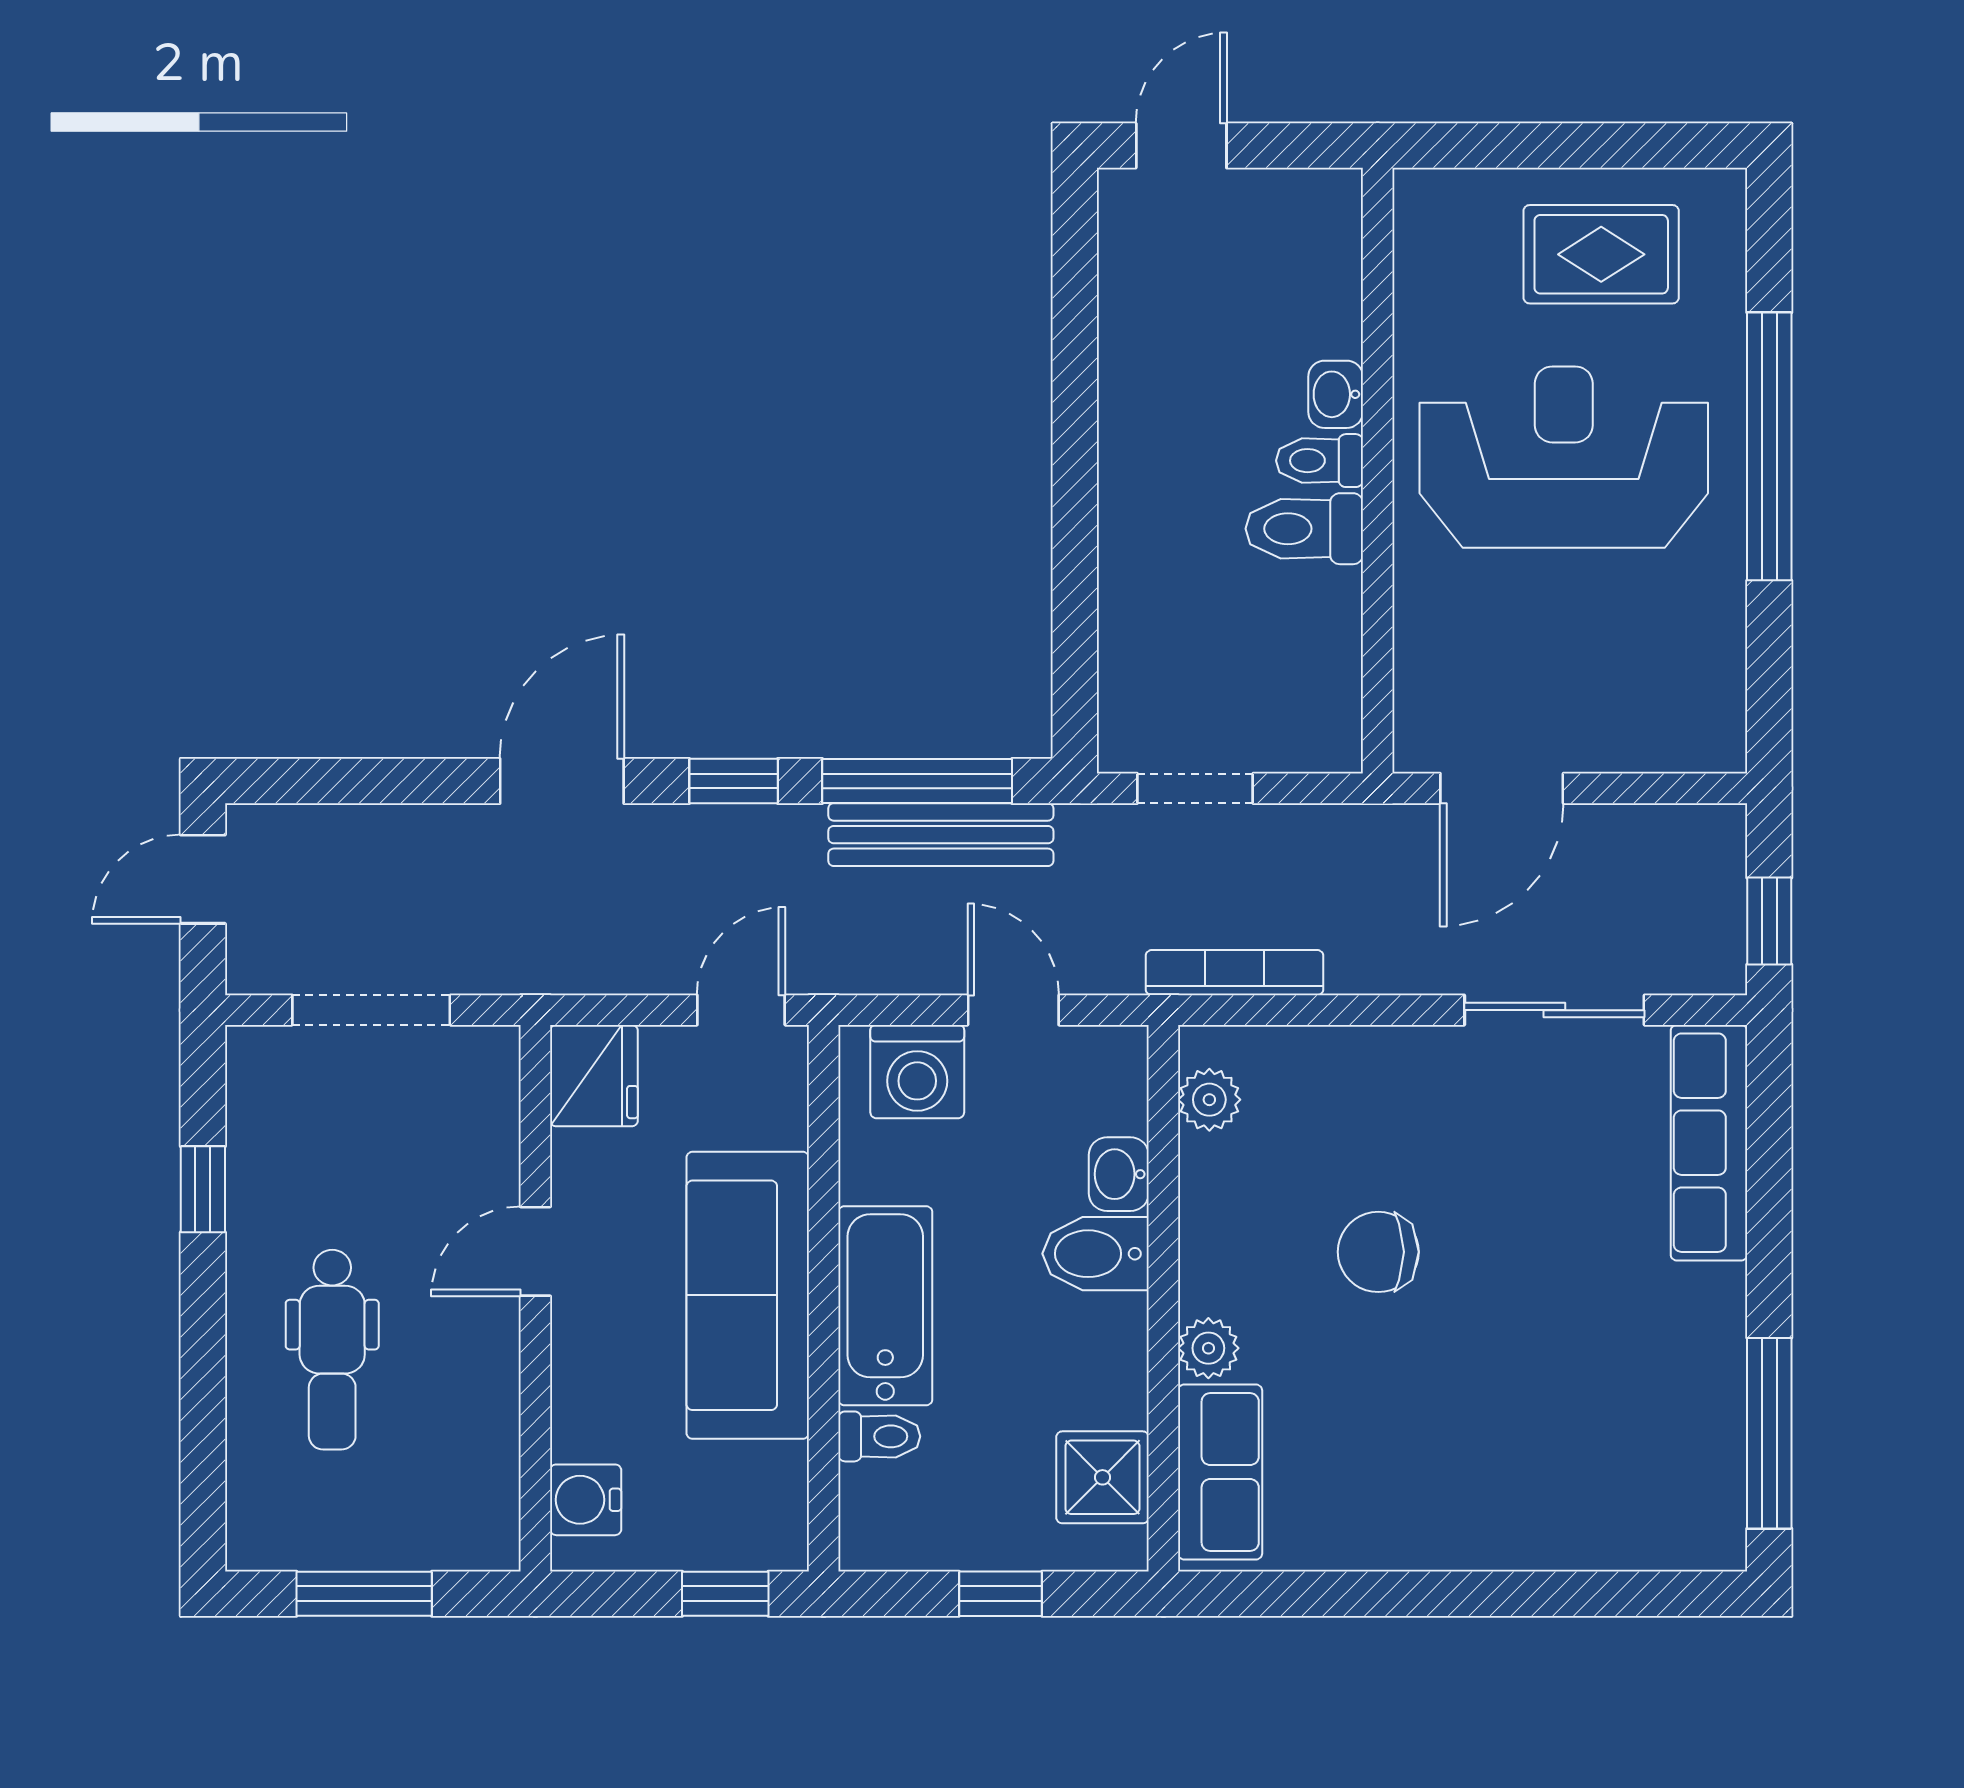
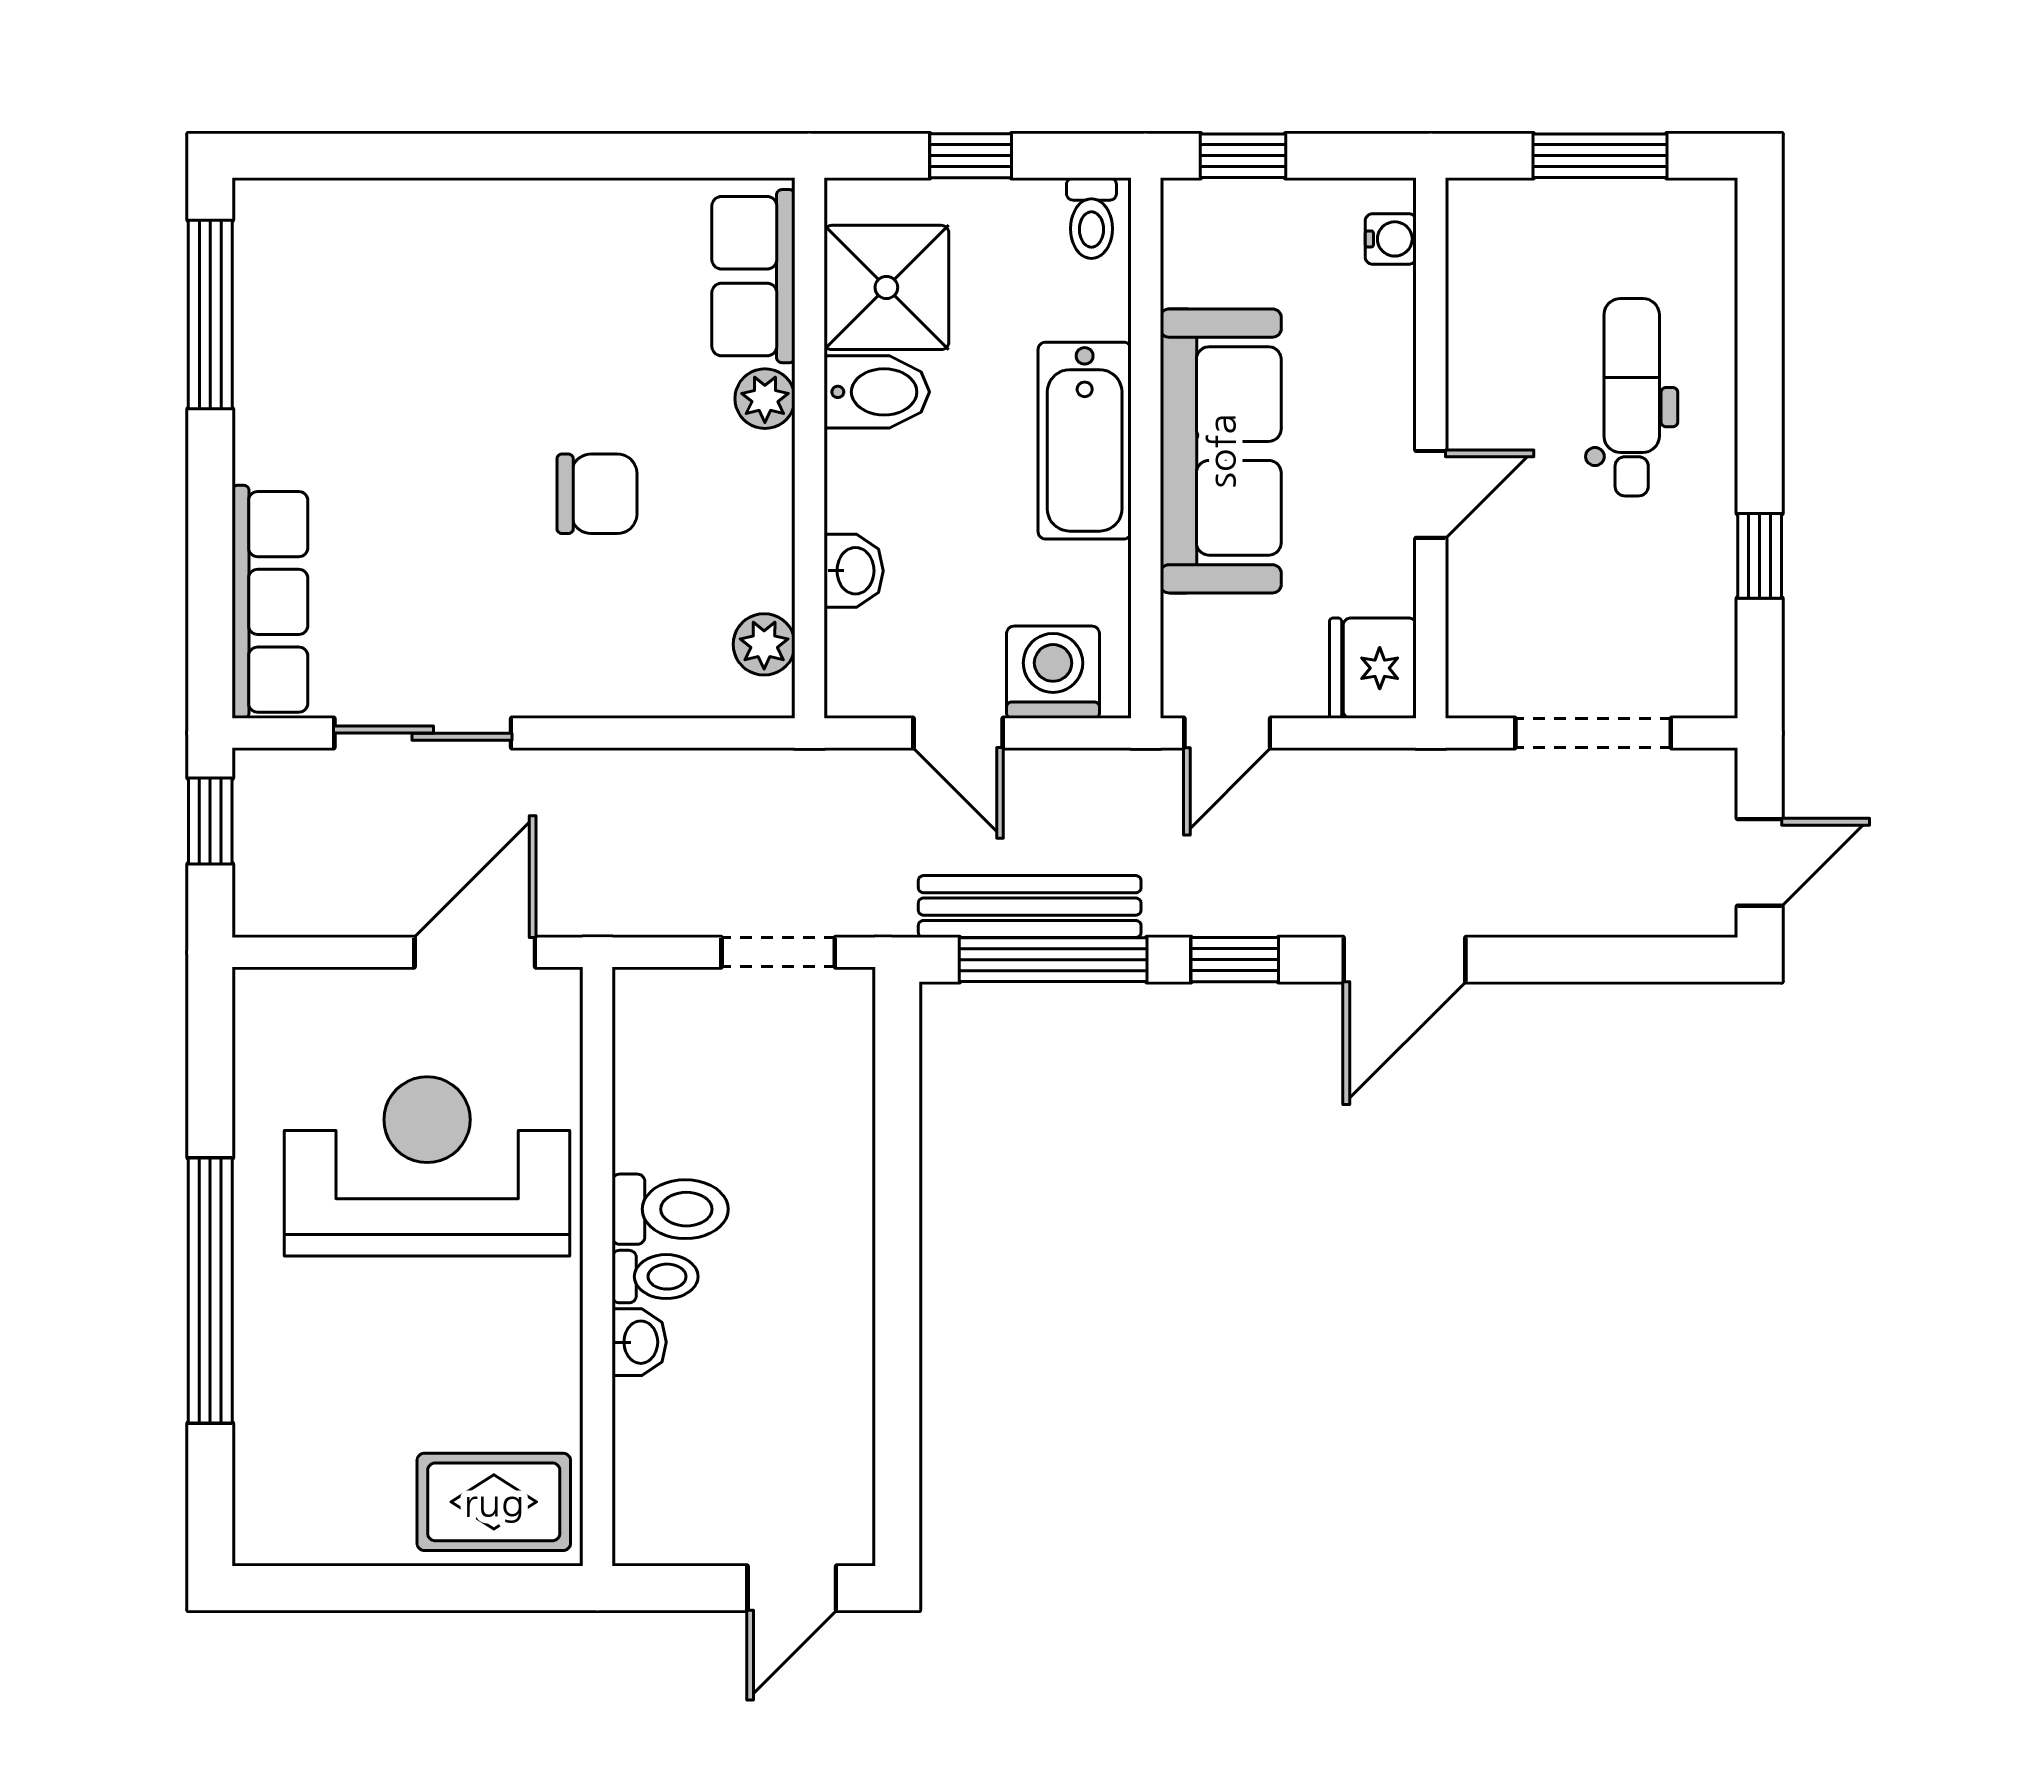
rug: (1601, 254) -> (494, 1502), moved
reception desk: (1564, 457) -> (427, 1166), moved, turned 180
bookcase: (1234, 973) -> (739, 770), removed
bidet: (1095, 1254) -> (877, 392), moved
toilet: (879, 1436) -> (1091, 218), moved, turned -90
shower: (1102, 1477) -> (886, 287), width x1.36, depth x1.36
water cooler: (586, 1500) -> (1391, 239), width x0.72, depth x0.72

